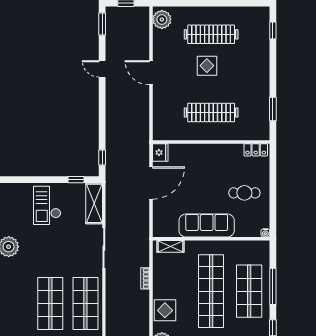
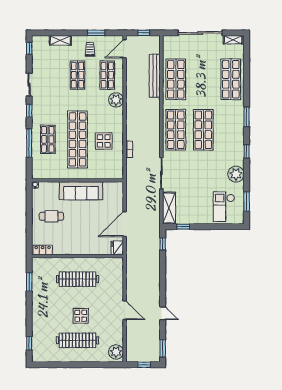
checkout: (47, 205) -> (224, 207), moved, turned 180
shelving: (170, 246) -> (109, 174), removed
shop shelf: (249, 291) -> (48, 139), width x0.70, depth x0.74
display table: (165, 310) -> (104, 141), moved

